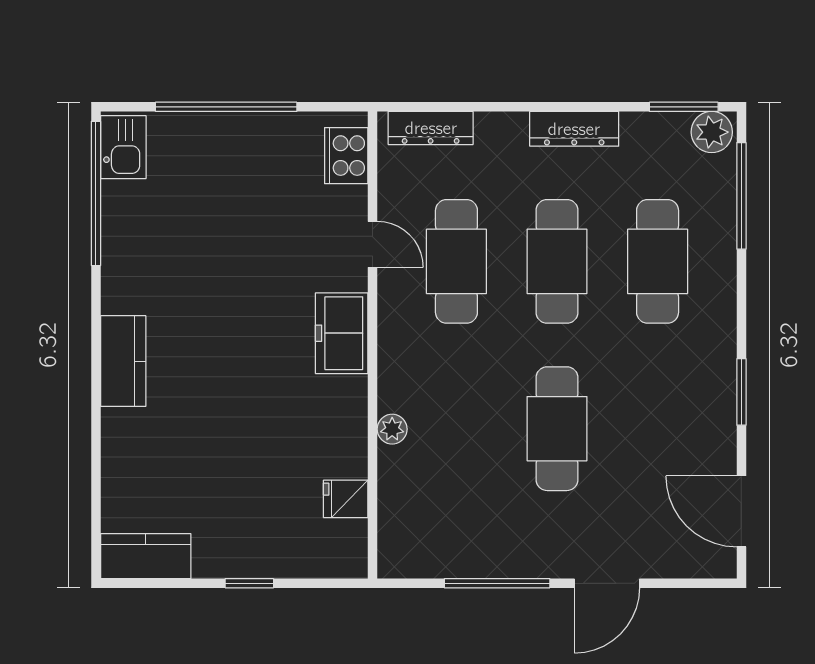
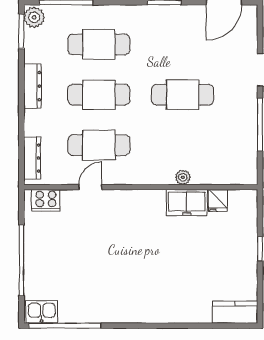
freezer: (342, 333) -> (187, 203), moved
kitchen counter: (123, 361) -> (149, 312), removed
kitchen counter: (146, 556) -> (235, 312), moved, turned 90

